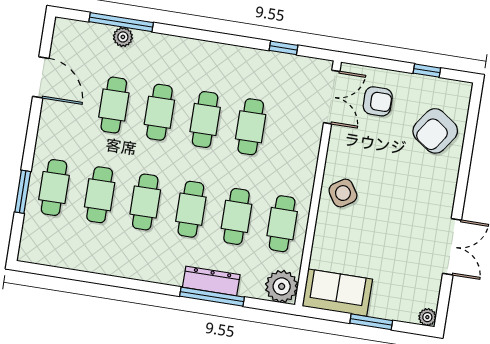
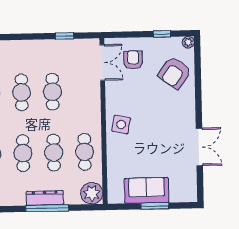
armchair: (378, 101) -> (133, 60), turned -90
side table: (343, 193) -> (121, 125), turned 45
sofa: (337, 293) -> (146, 190), moved
plant: (427, 317) -> (188, 42), moved

